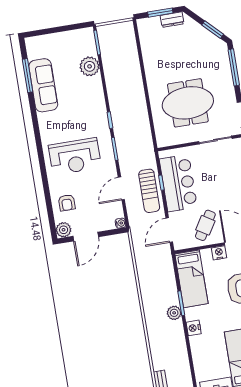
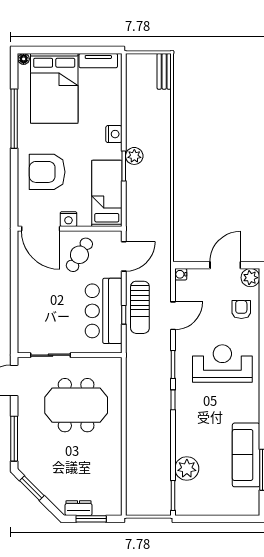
sun lounger: (149, 191) -> (140, 307), turned 180

